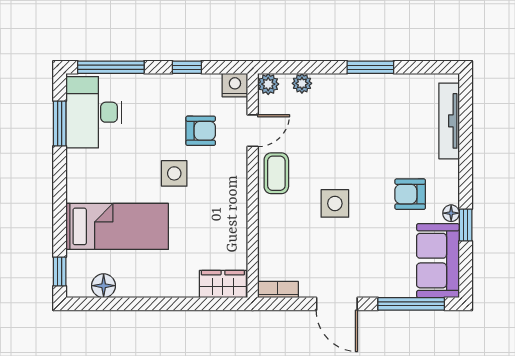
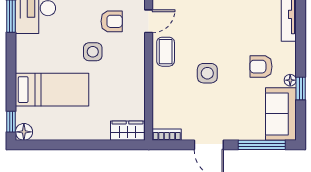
floor lamp: (104, 286) -> (24, 132), moved

